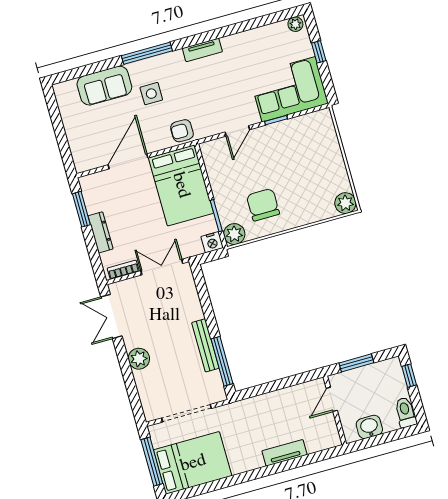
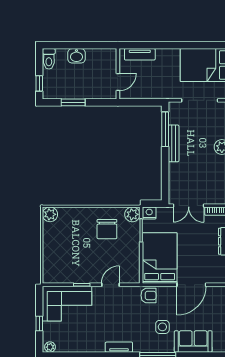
door: (332, 399) -> (118, 82), moved
wall: (335, 410) -> (118, 74), moved

